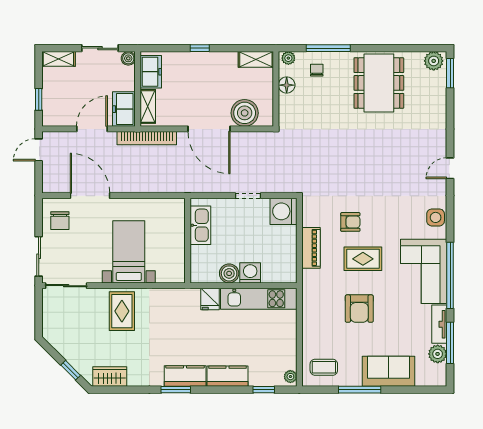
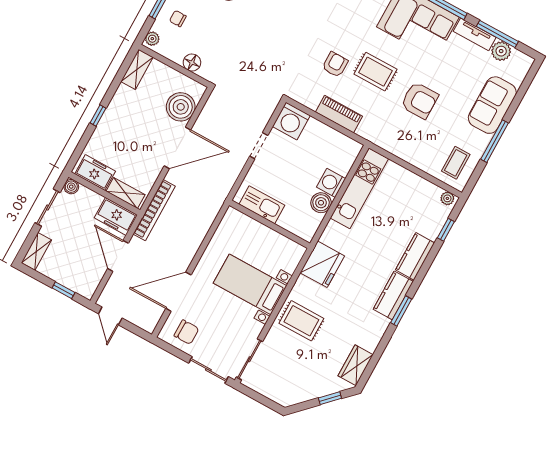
floor lamp: (287, 85) -> (192, 63), moved
rug: (363, 259) -> (375, 72), turned 90
fridge: (210, 299) -> (322, 264), moved, width x1.88, depth x1.34

